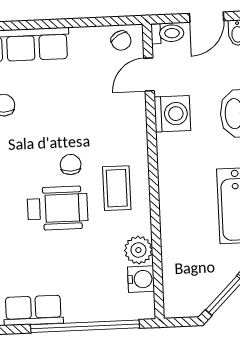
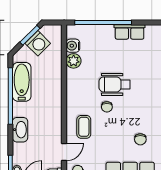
washing machine: (172, 114) -> (38, 43), moved, turned -135
coffee table: (117, 188) -> (84, 127), moved

